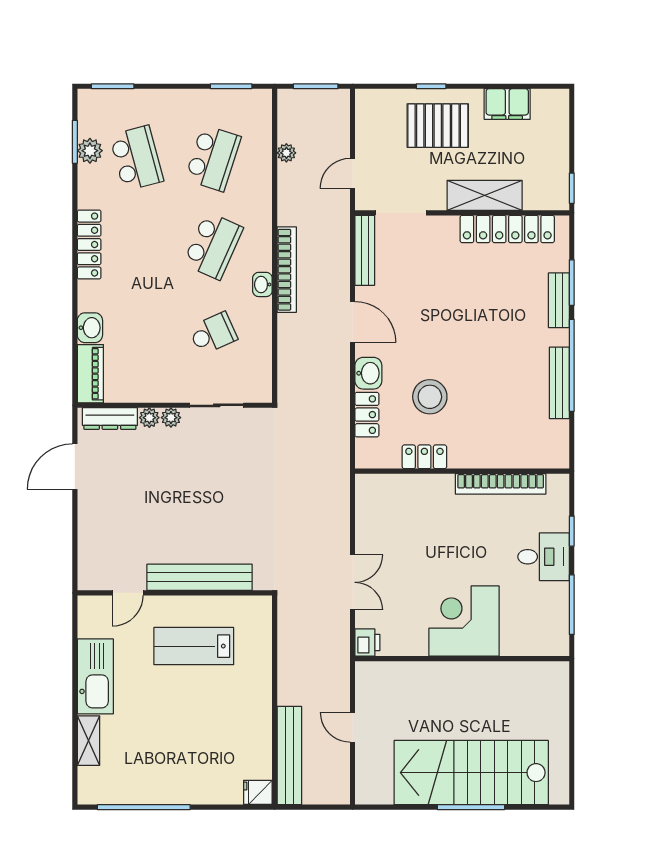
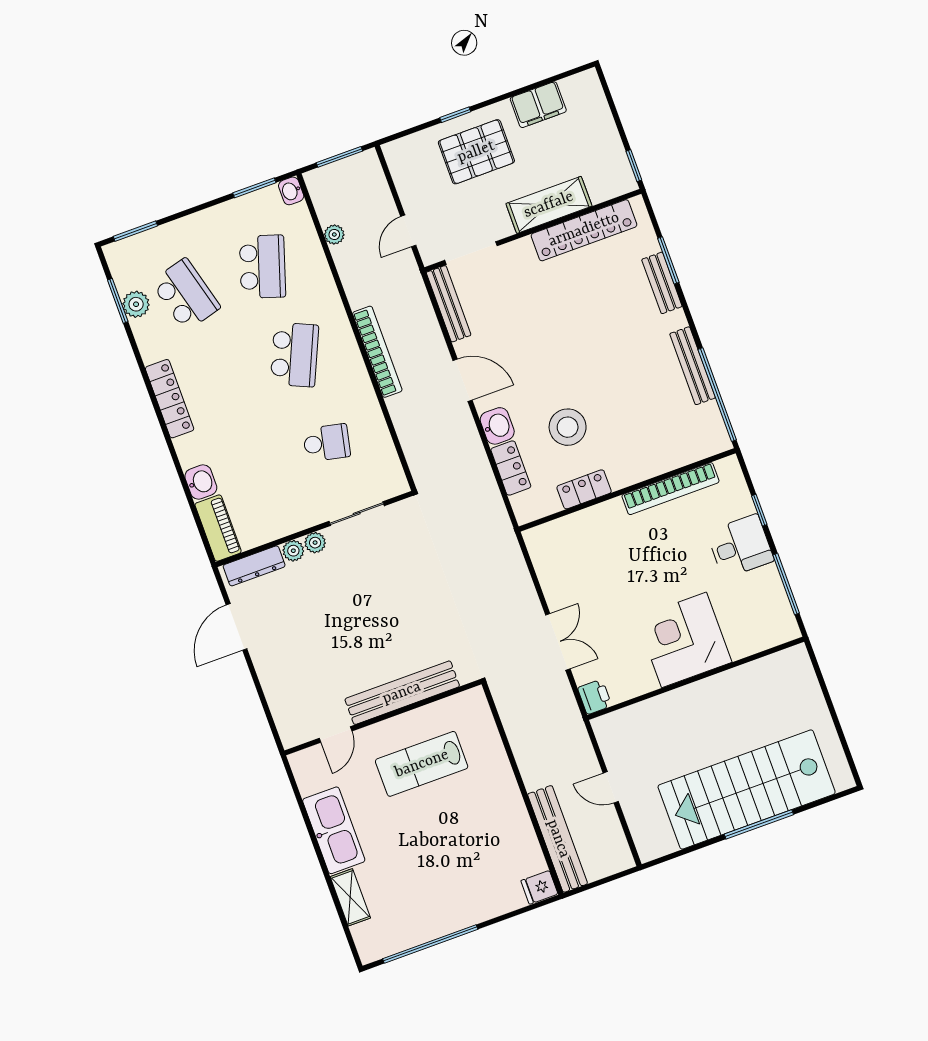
washbasin: (262, 284) -> (291, 191), moved
school desk: (213, 333) -> (327, 443), turned 36
window: (572, 365) -> (717, 395), moved

